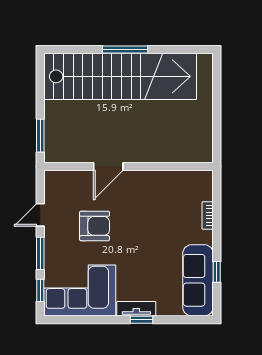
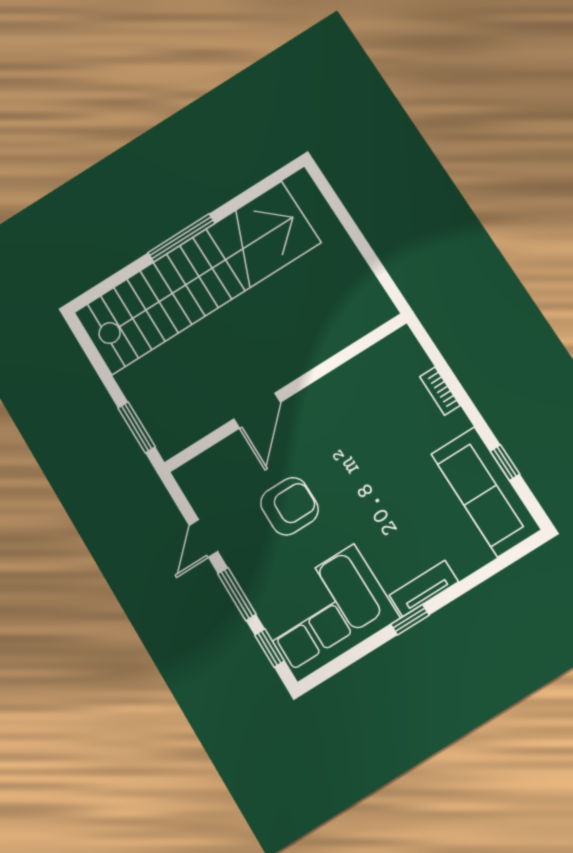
window: (141, 320) -> (410, 620), moved

